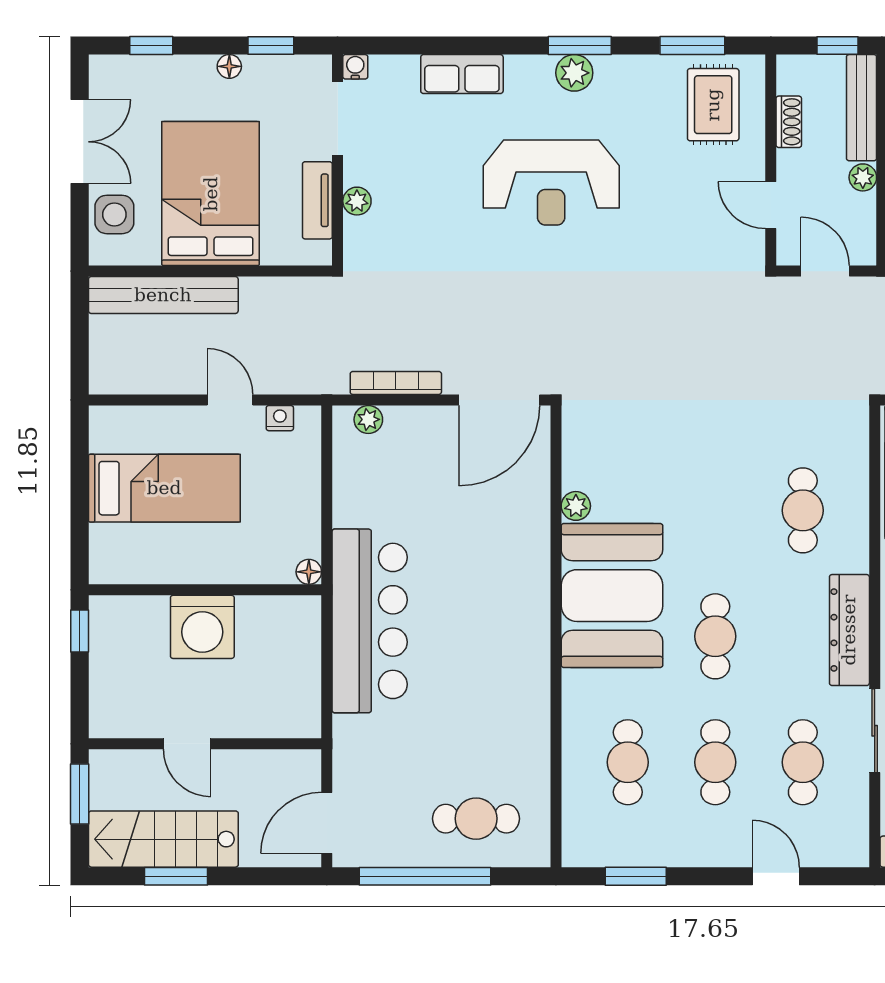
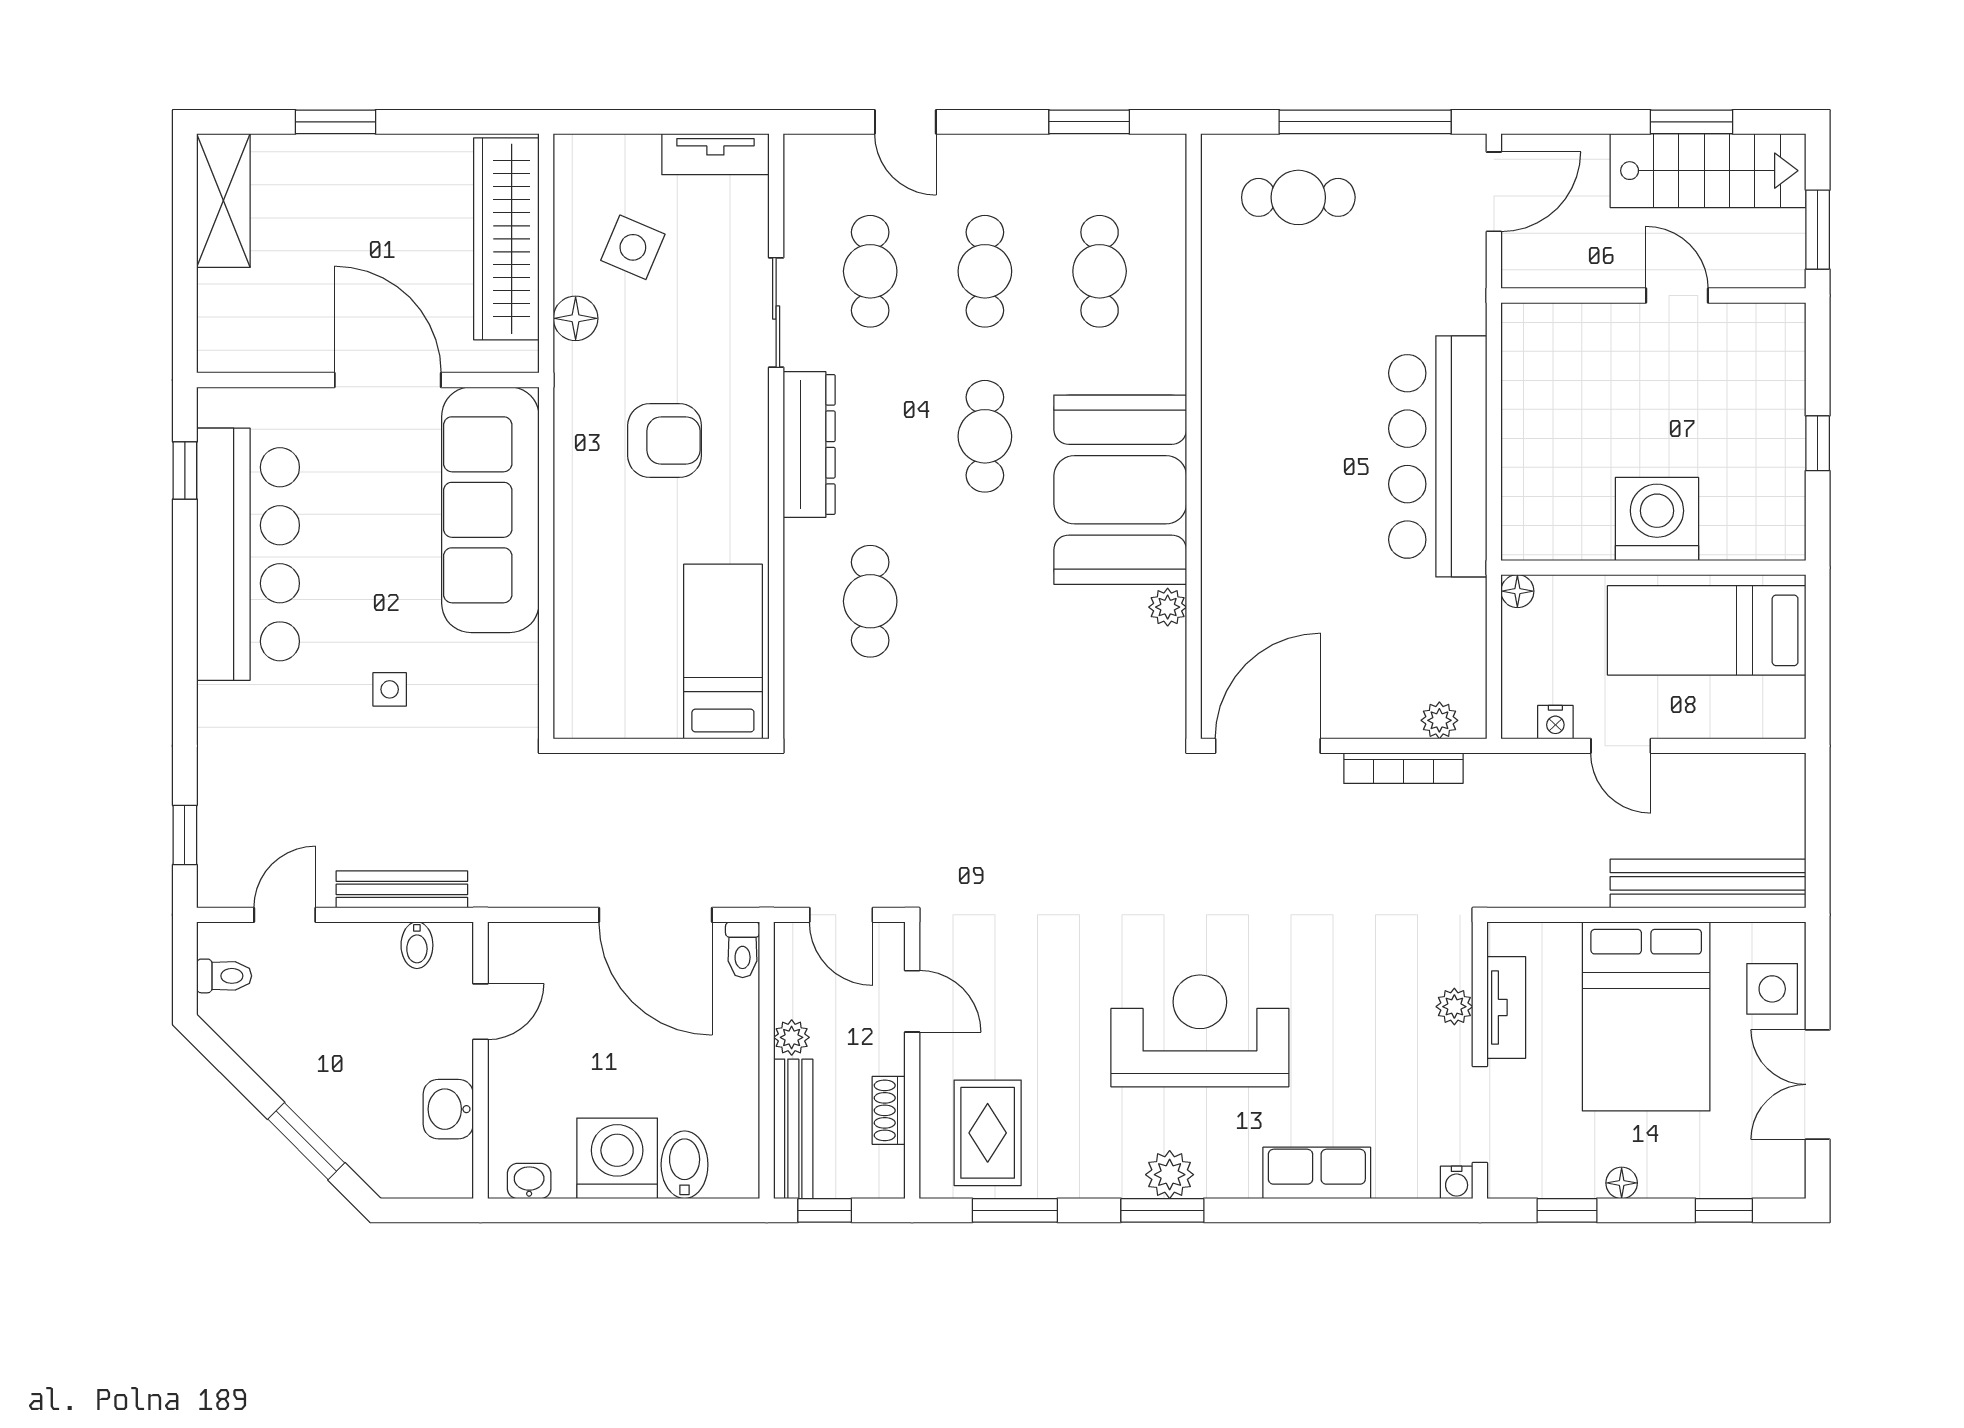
floor lamp: (309, 572) -> (1517, 591), moved
wall: (205, 590) -> (1653, 568), moved
washing machine: (202, 627) -> (1657, 519), moved

